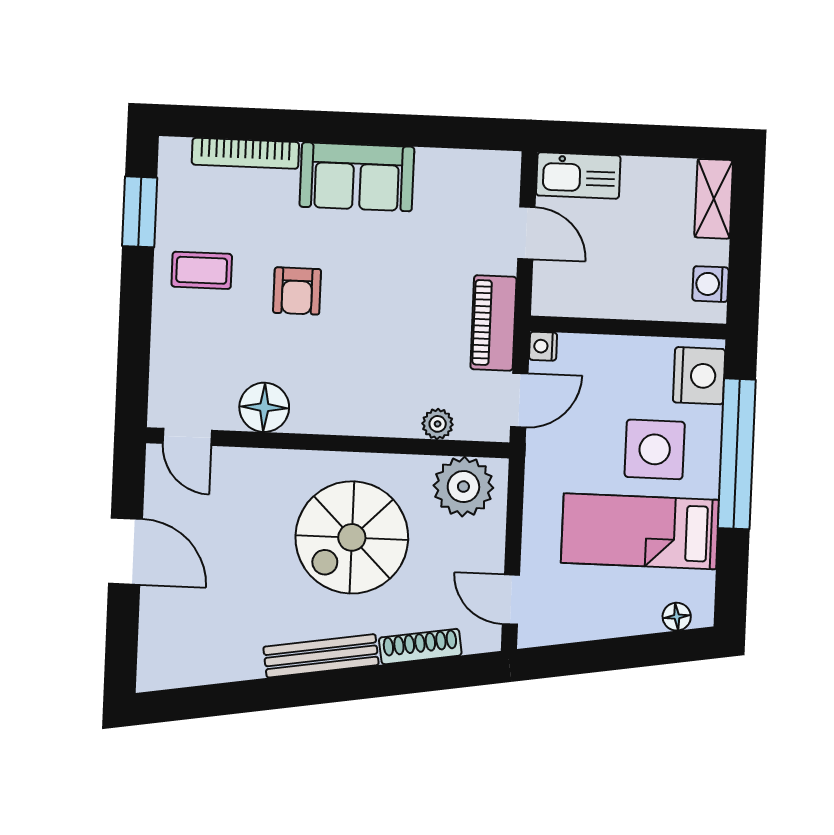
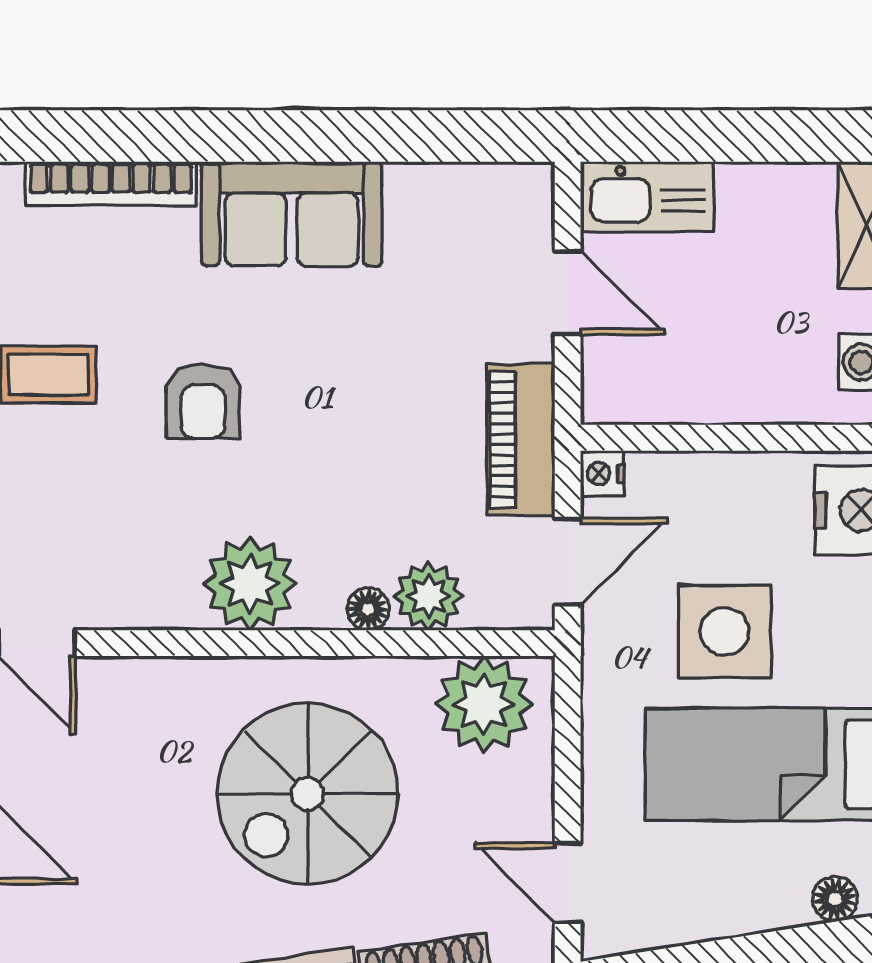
plant: (321, 406) -> (250, 584), added
floor lamp: (264, 407) -> (368, 609), moved, width x0.53, depth x0.53
plant: (438, 424) -> (429, 596), width x1.38, depth x1.38
side table: (655, 449) -> (724, 632), moved

